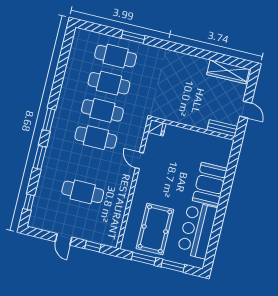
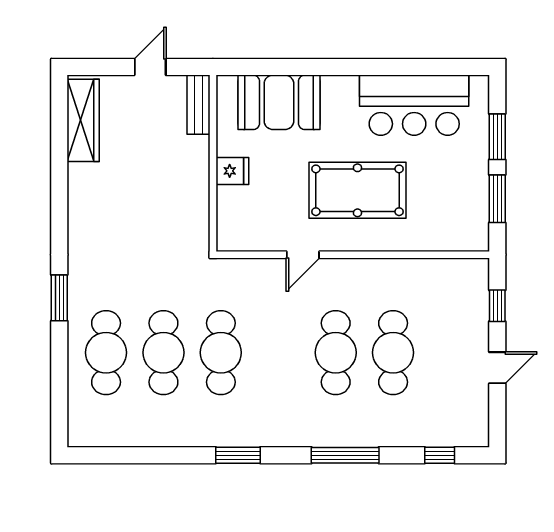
window: (133, 37) -> (59, 298), moved
window: (49, 120) -> (238, 455), moved
fridge: (157, 128) -> (232, 171), moved, turned 90
cafe table: (96, 138) -> (336, 353), moved
window: (40, 157) -> (345, 455), width x1.44
booth: (210, 184) -> (279, 102), moved
pool table: (155, 229) -> (357, 190), moved

